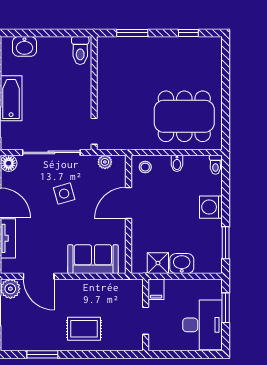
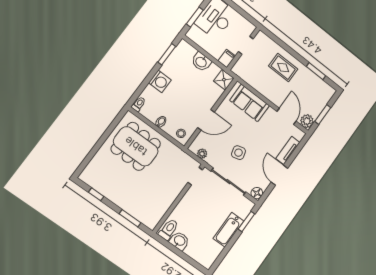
washbasin: (24, 46) -> (179, 241), moved
shower: (158, 263) -> (224, 80), moved

